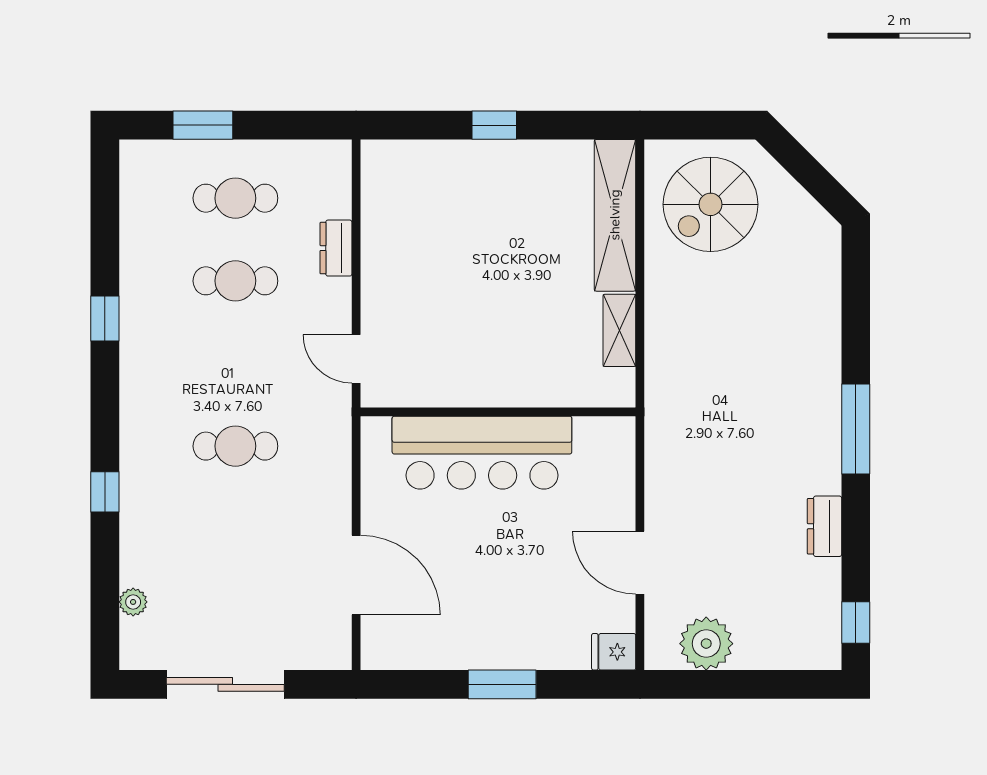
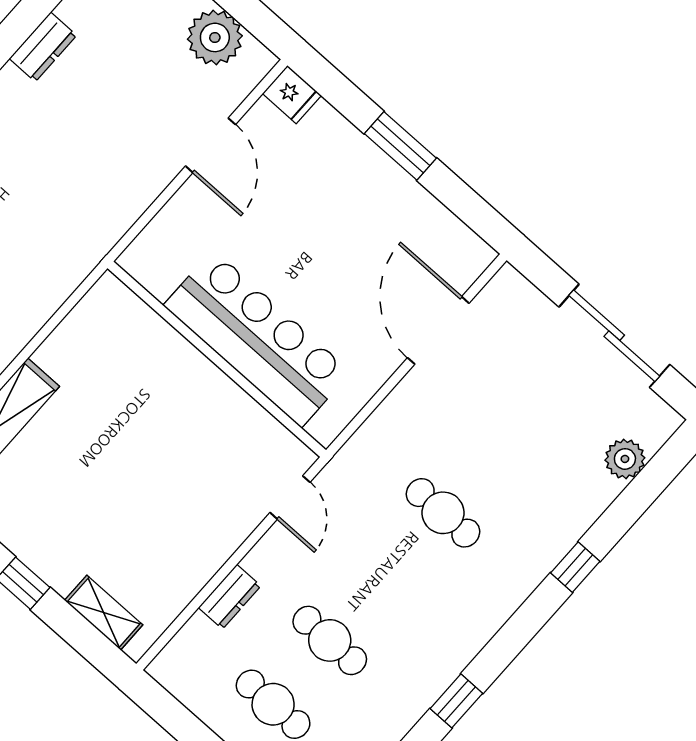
shelving: (619, 330) -> (104, 613), moved, turned 90
plant: (133, 602) -> (625, 459), width x1.38, depth x1.38

